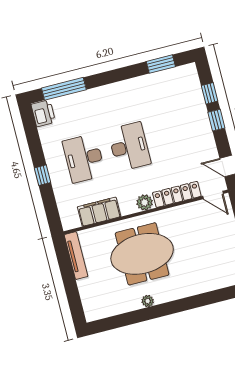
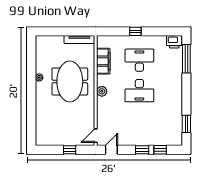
locker: (177, 194) -> (102, 113), removed

